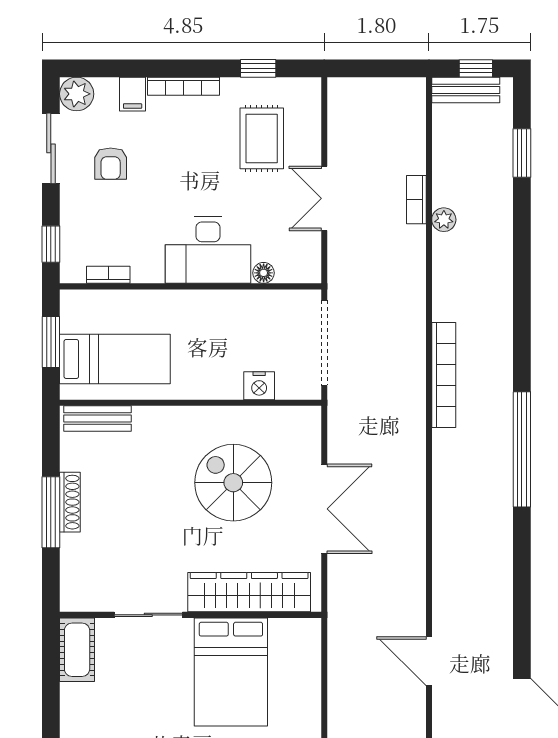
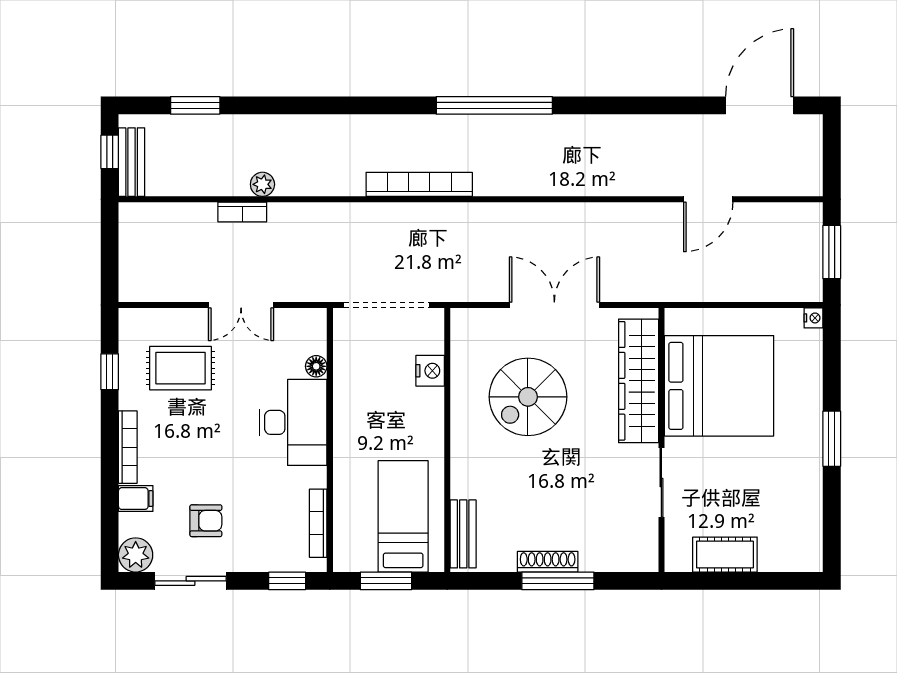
bookcase: (108, 275) -> (318, 523), width x1.56
cot: (77, 650) -> (725, 555), moved
bed: (231, 672) -> (719, 386), width x1.36

